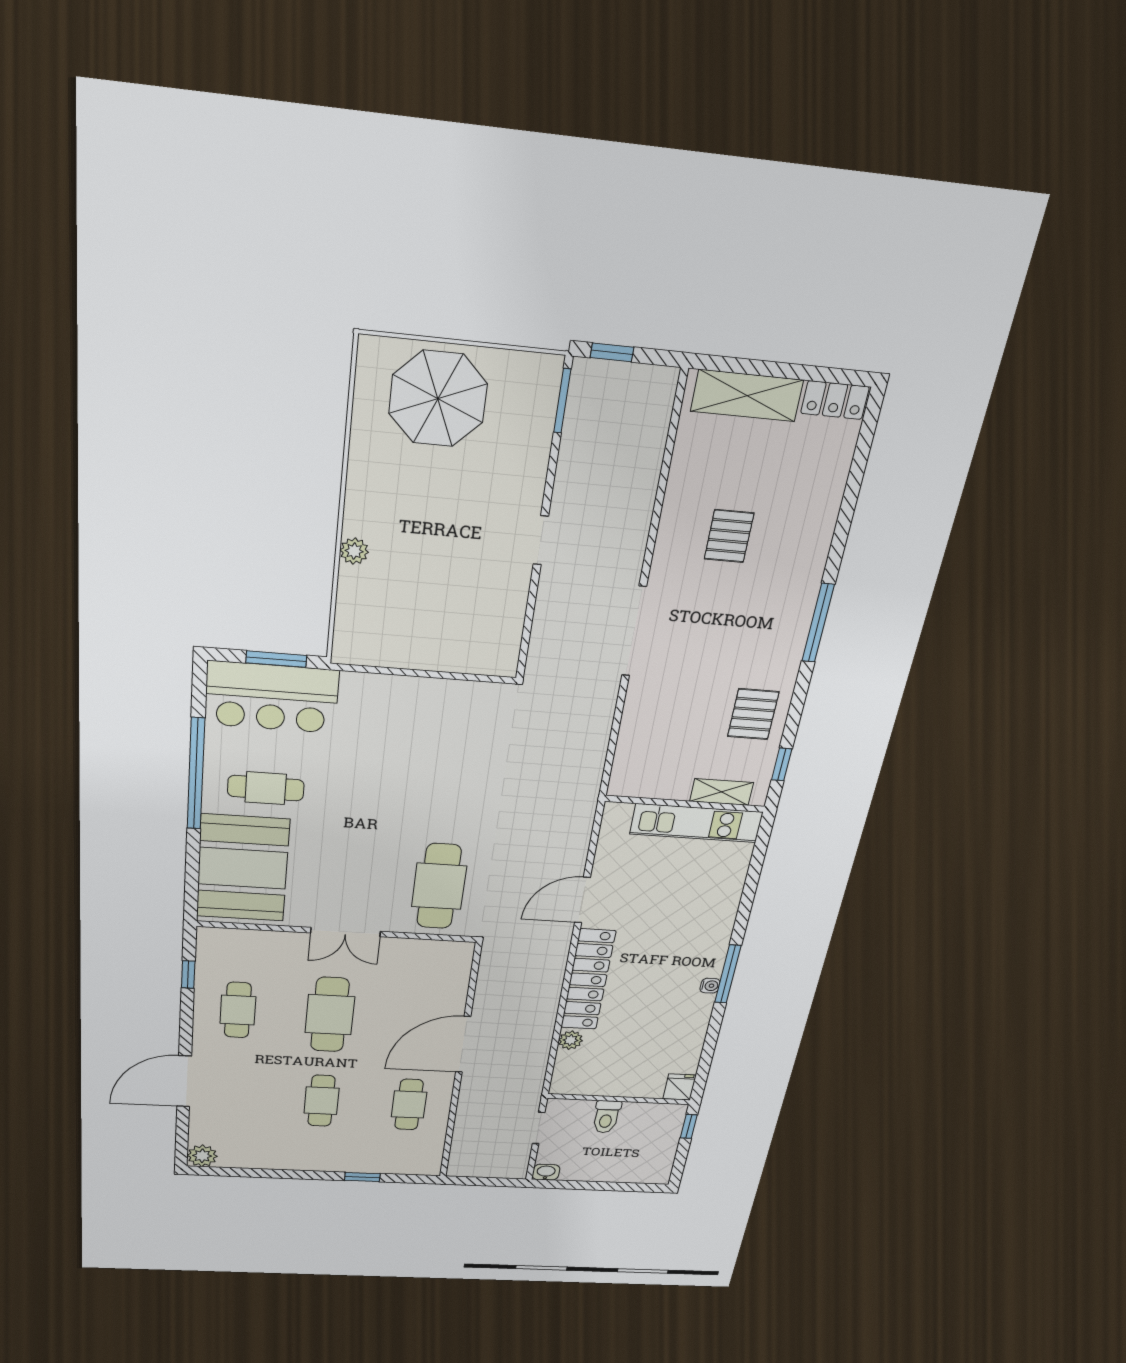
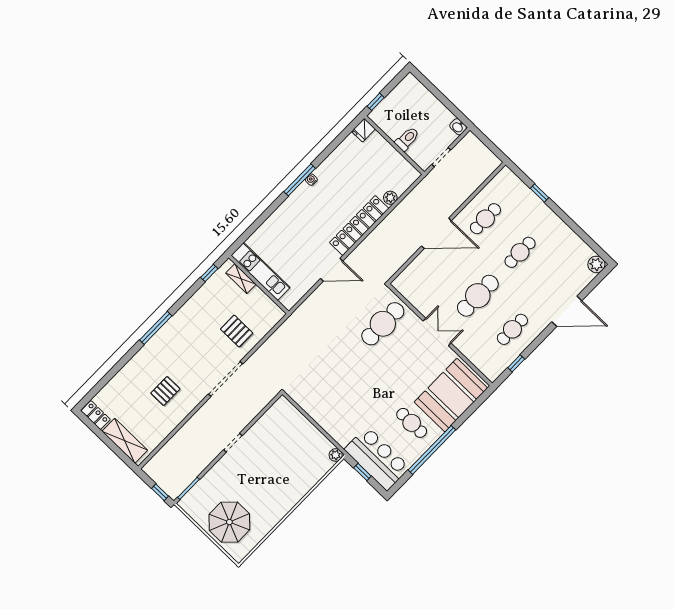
plant: (354, 551) -> (336, 455), moved
window: (276, 659) -> (362, 472), width x0.67
pallet: (753, 714) -> (237, 331), moved, turned 90

